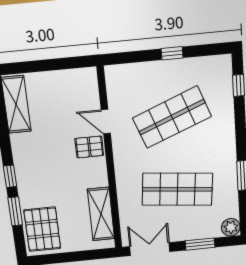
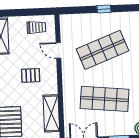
trolley: (69, 88) -> (36, 27), added
pallet: (89, 147) -> (31, 75), moved

